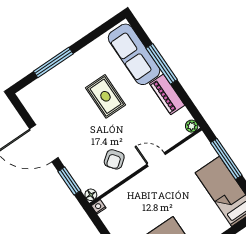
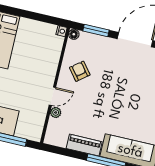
rug: (105, 96) -> (123, 107), removed
plant: (192, 126) -> (56, 112), moved

